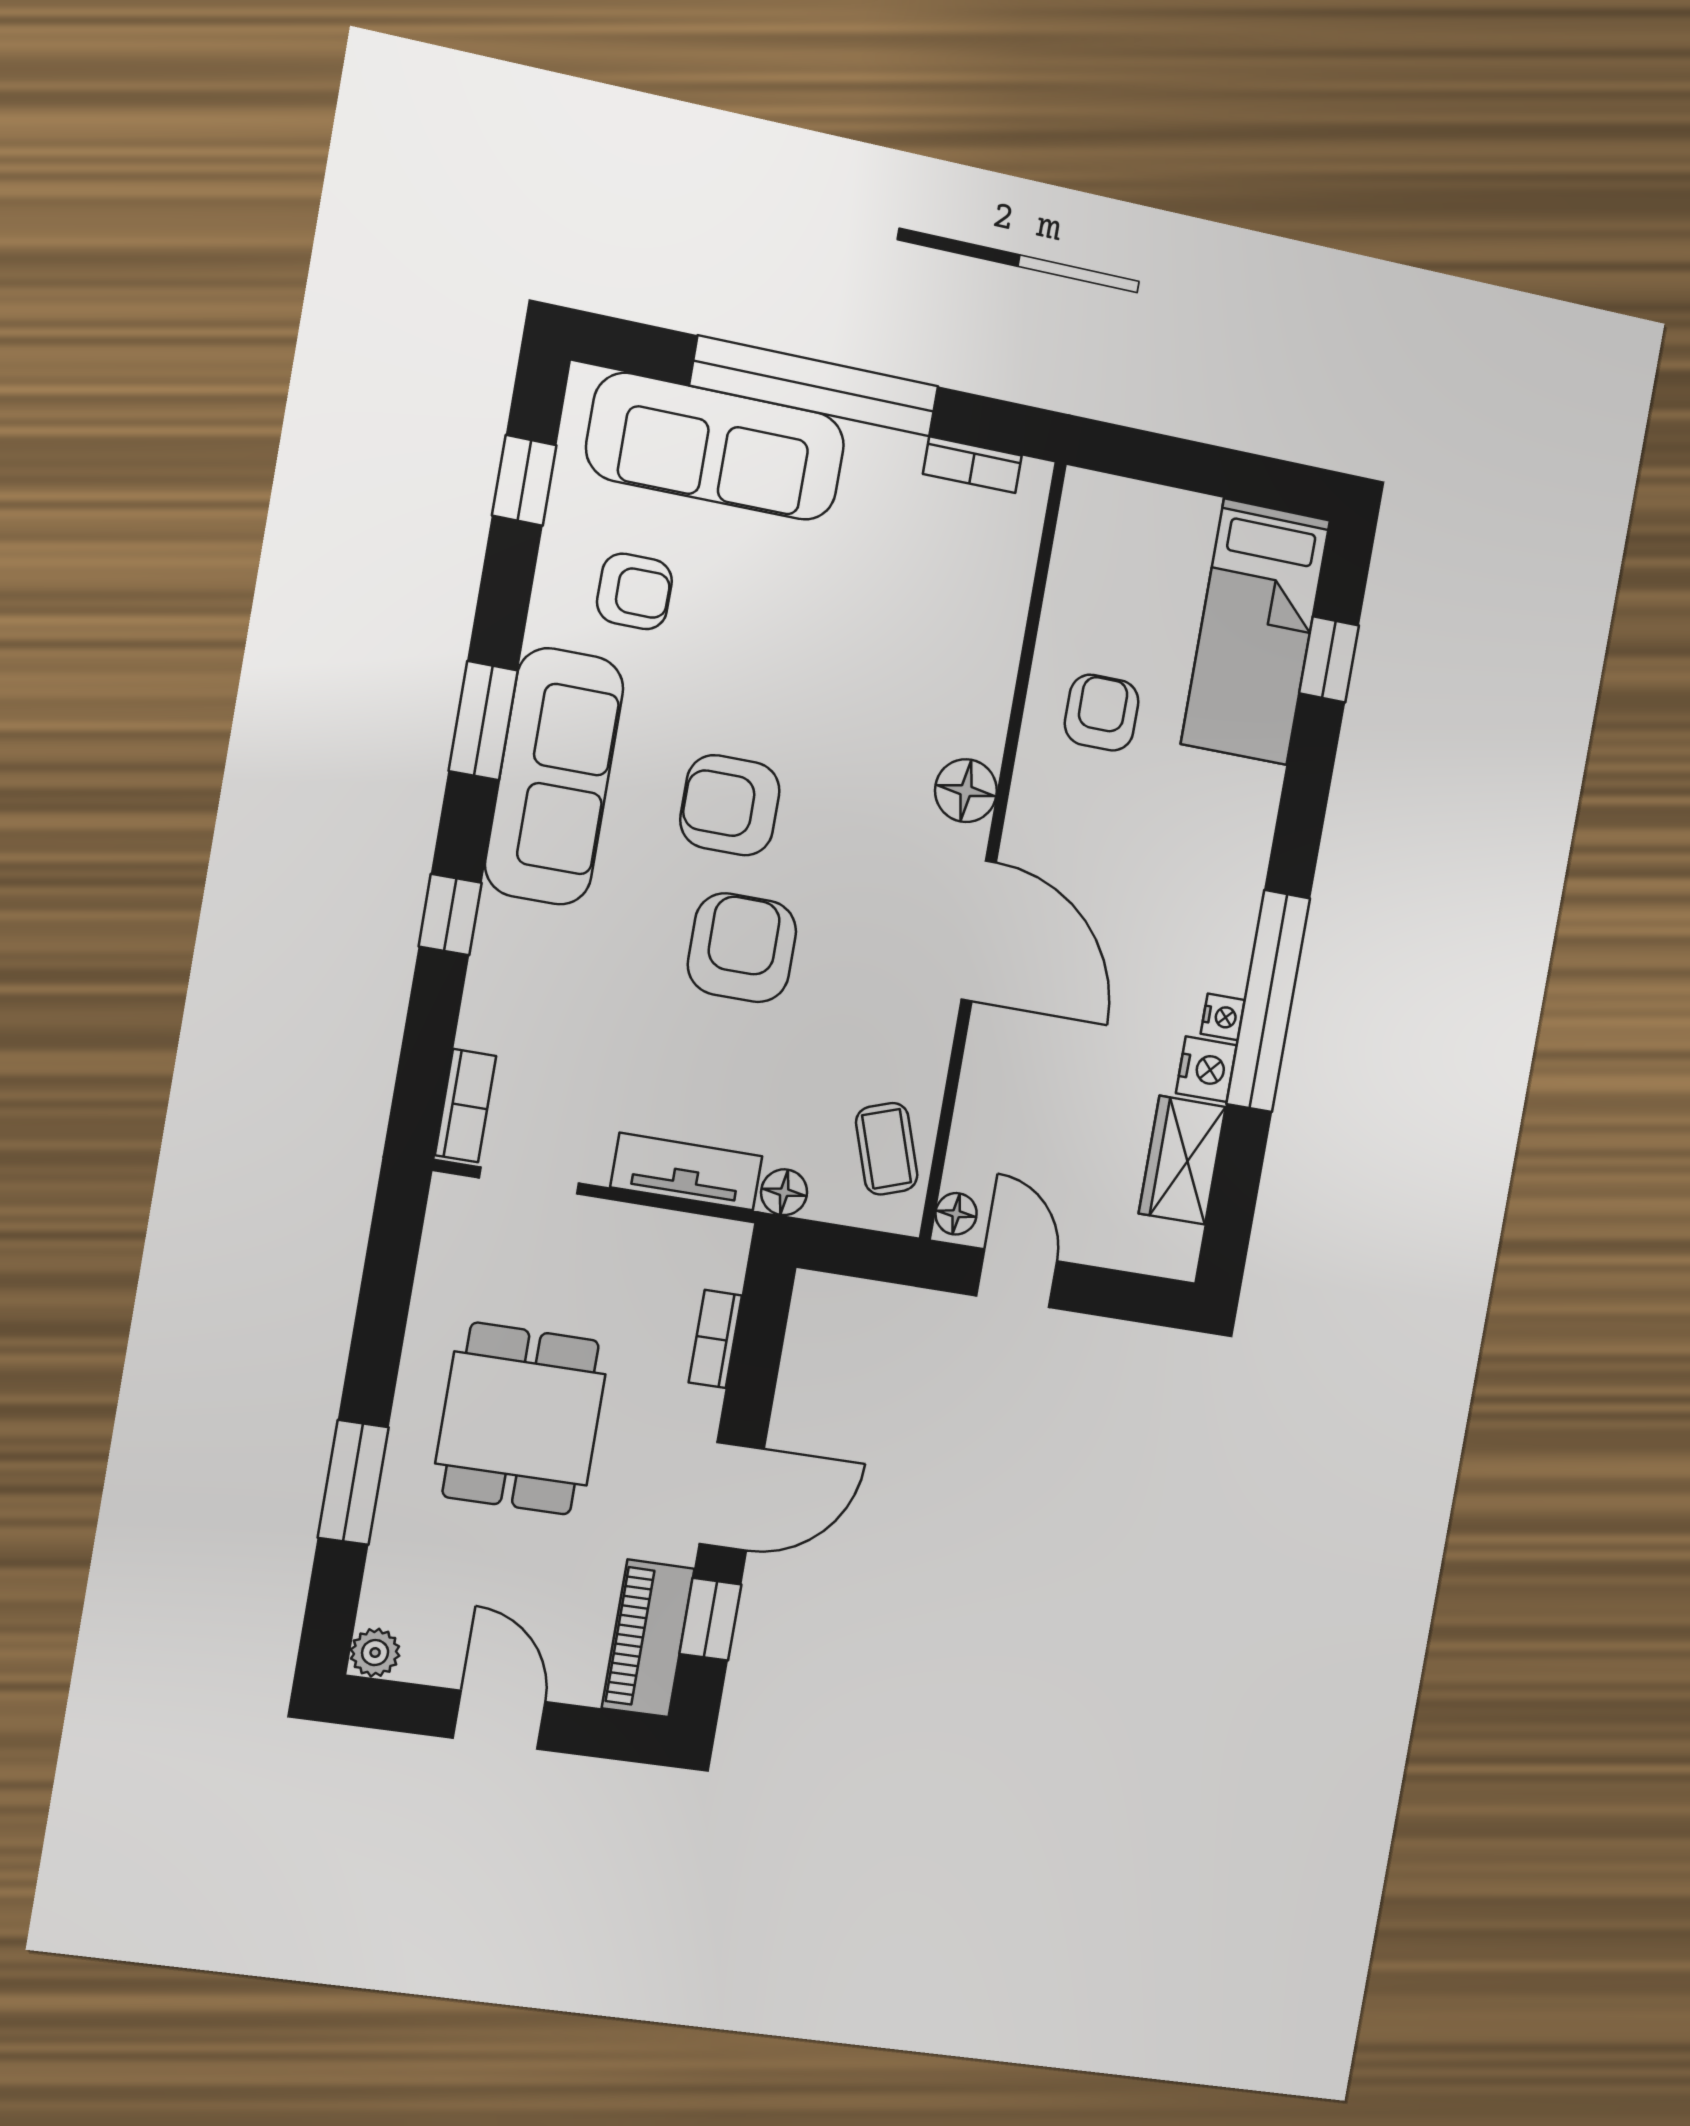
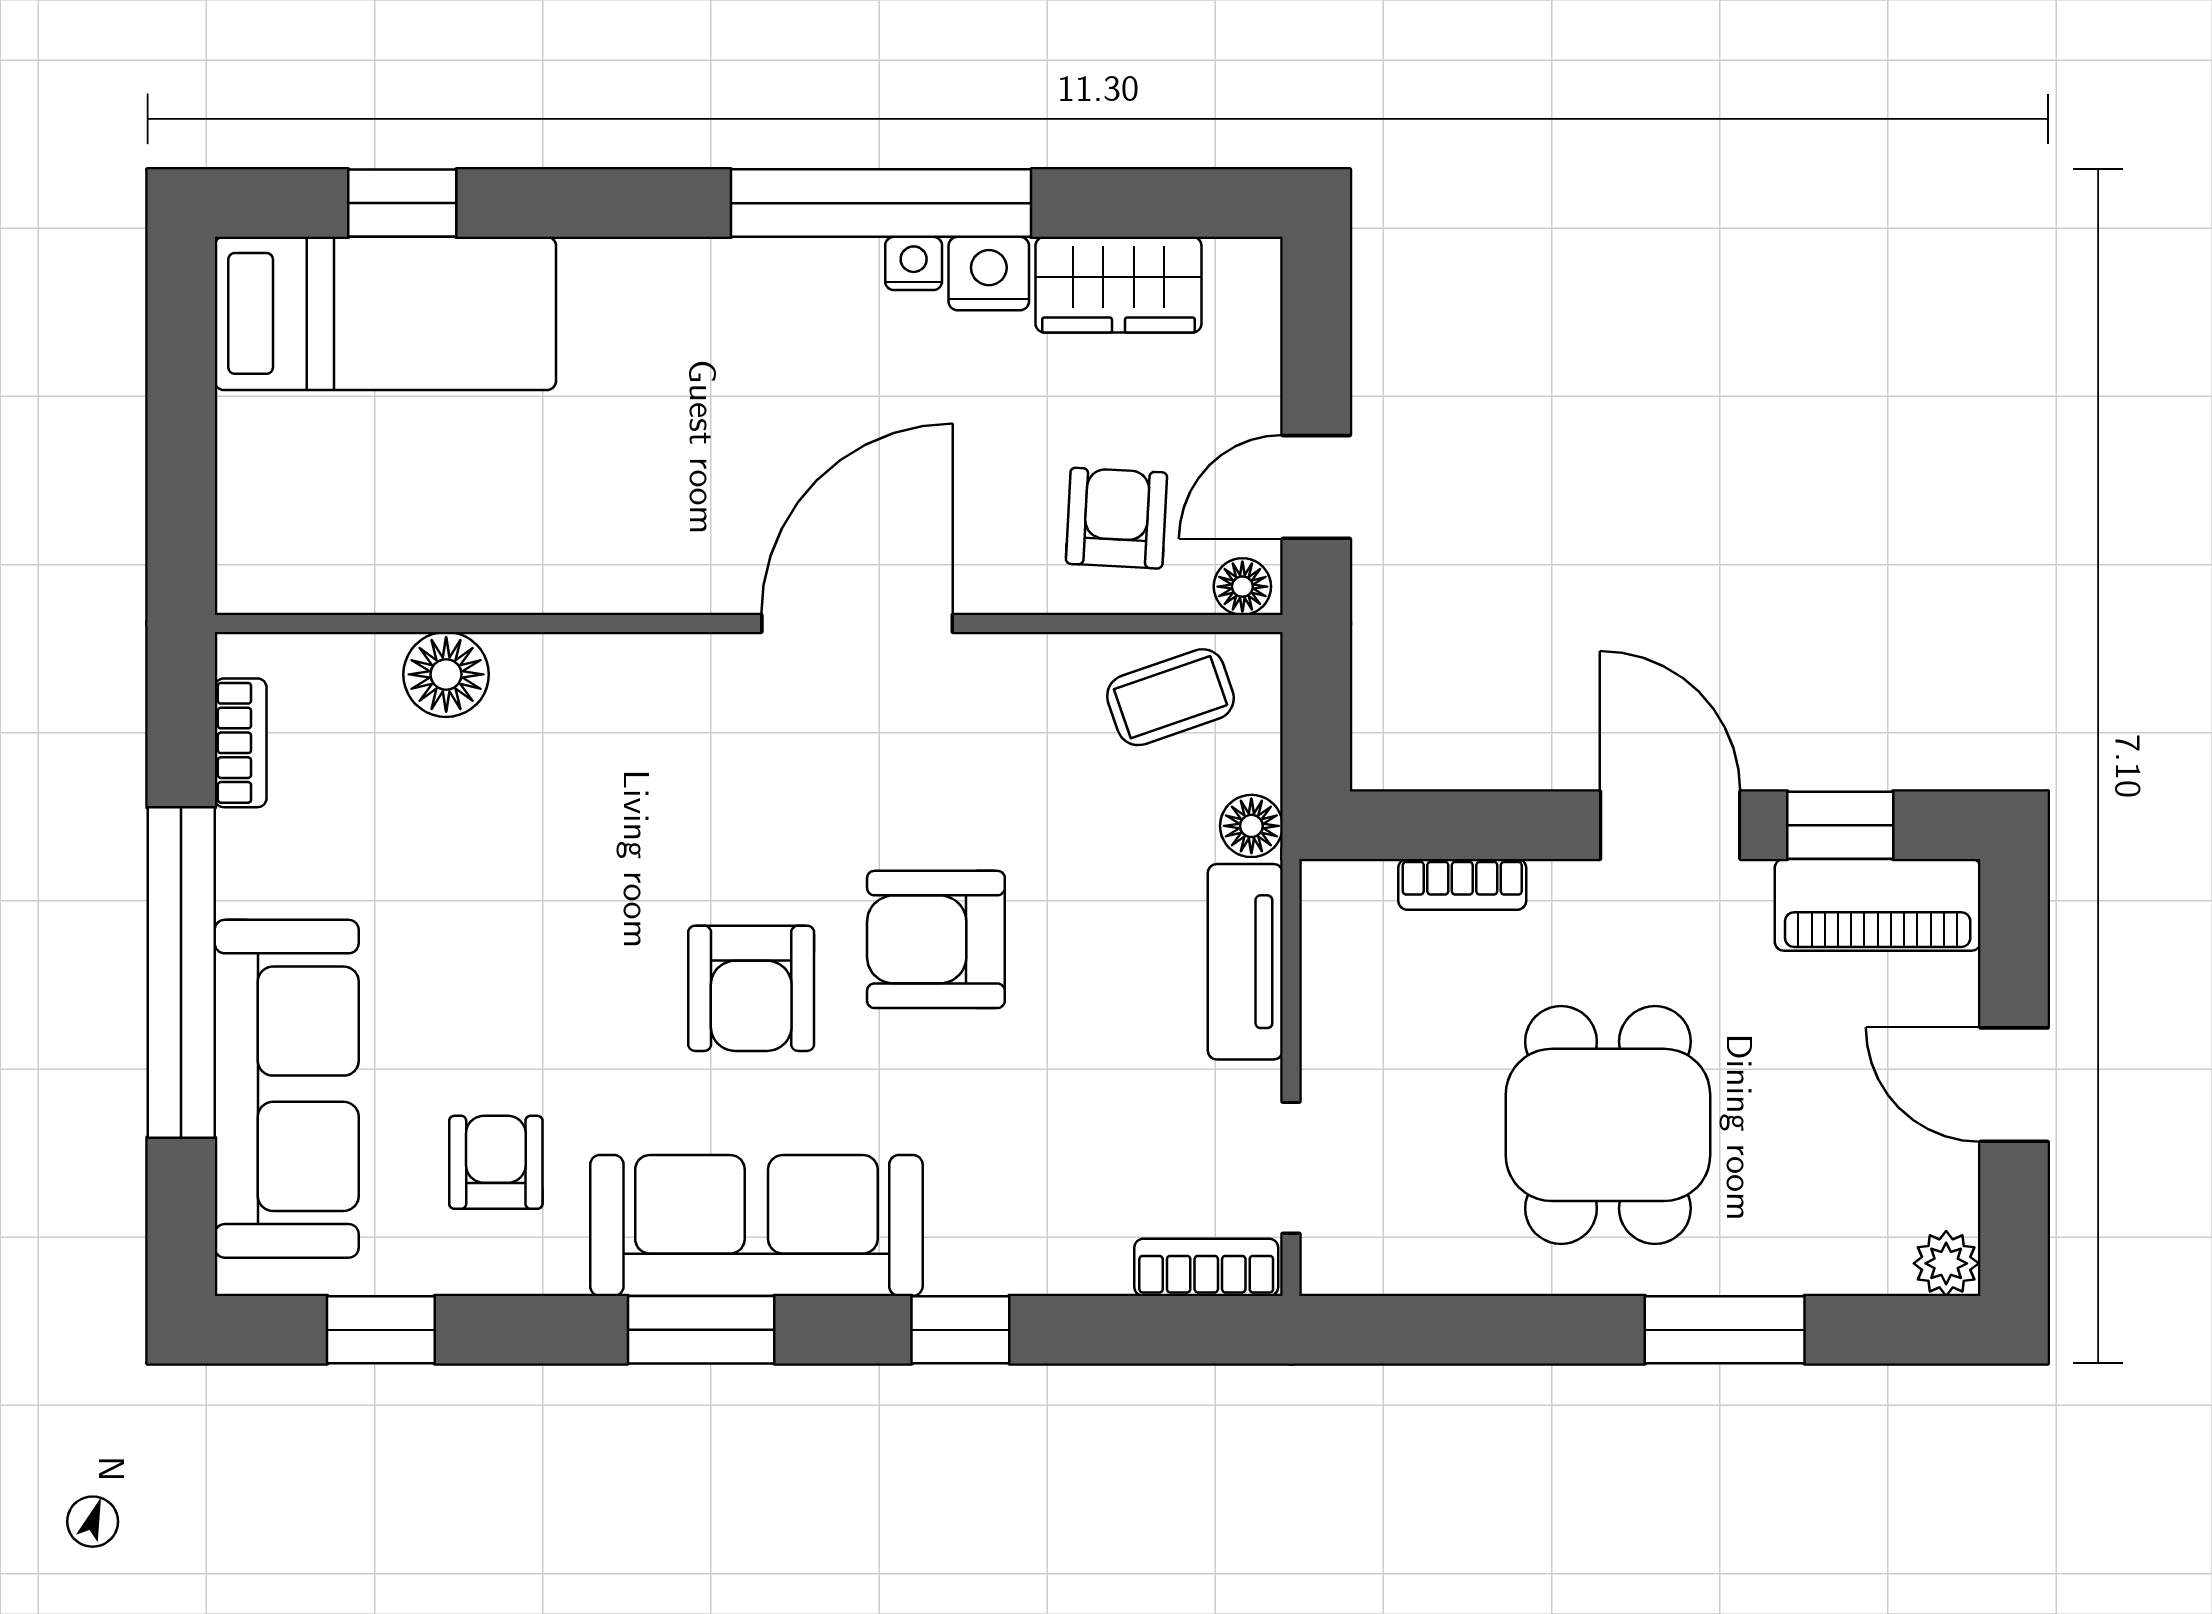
armchair: (1102, 713) -> (1116, 518), moved, turned 93
floor lamp: (966, 791) -> (446, 674), moved
dining table: (521, 1419) -> (1608, 1125), turned 90
door: (499, 1720) -> (2014, 1085), hinge flipped

